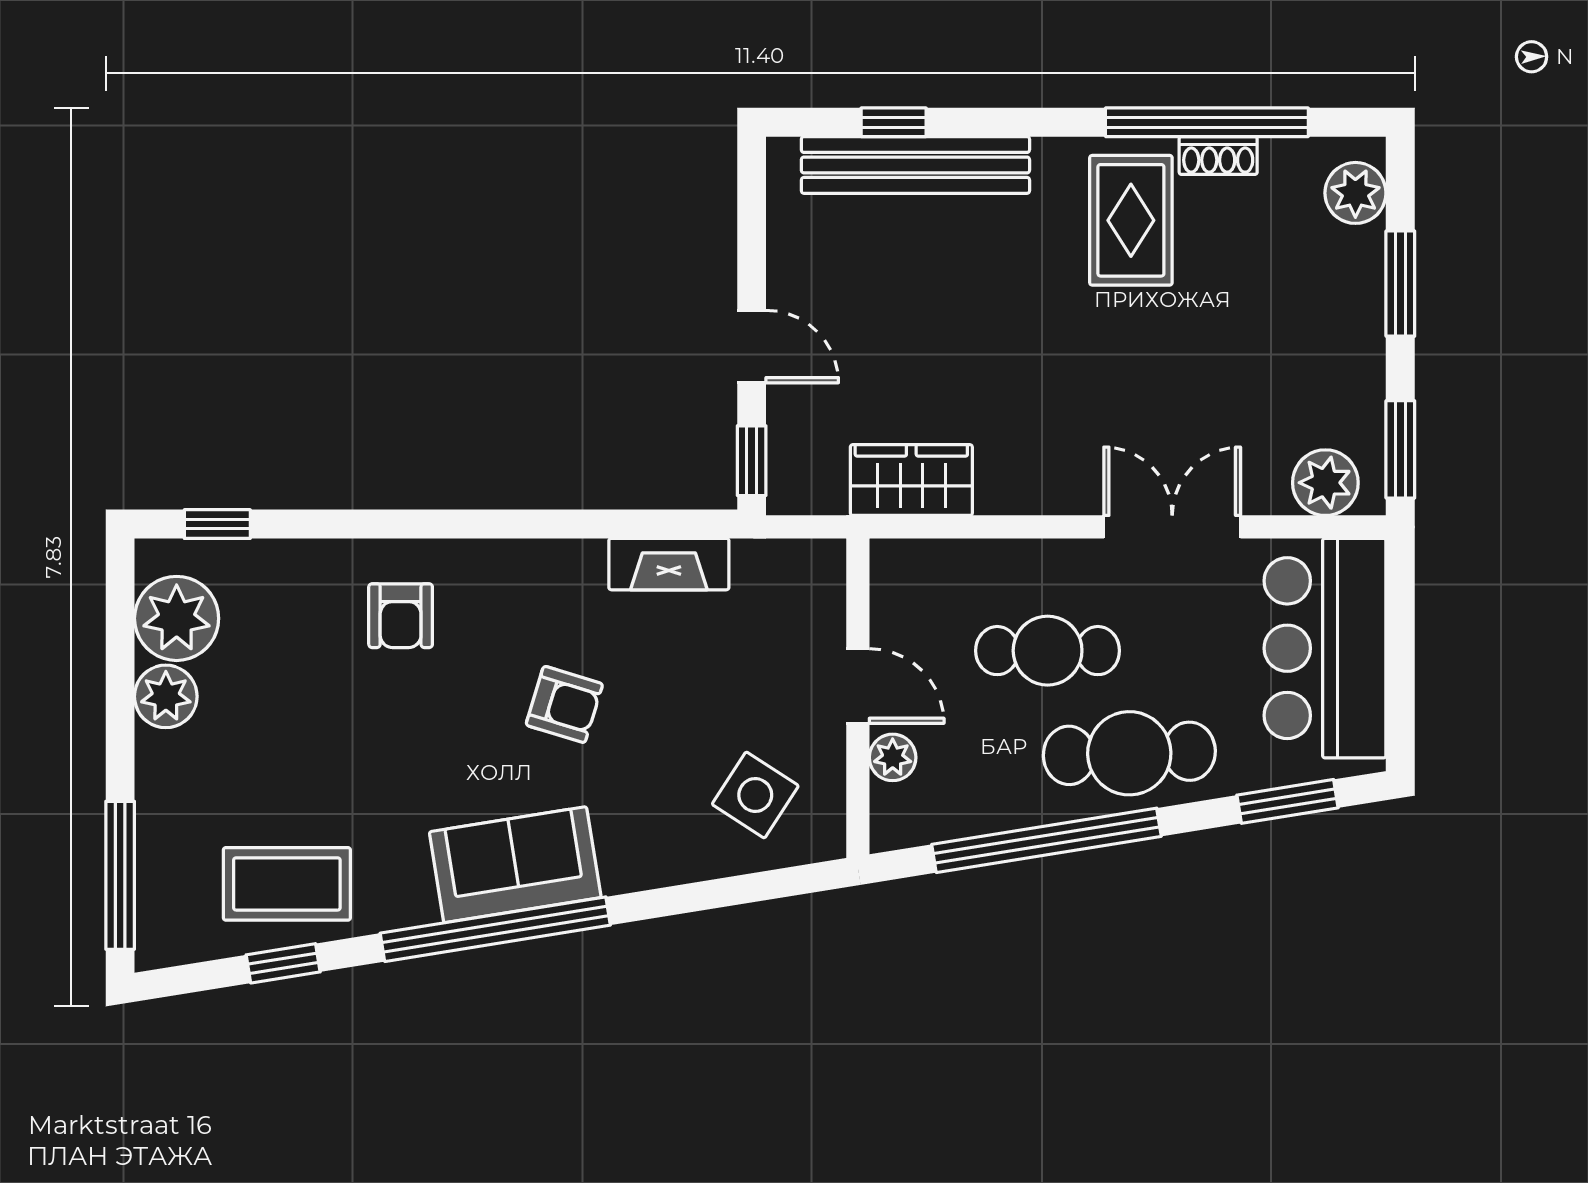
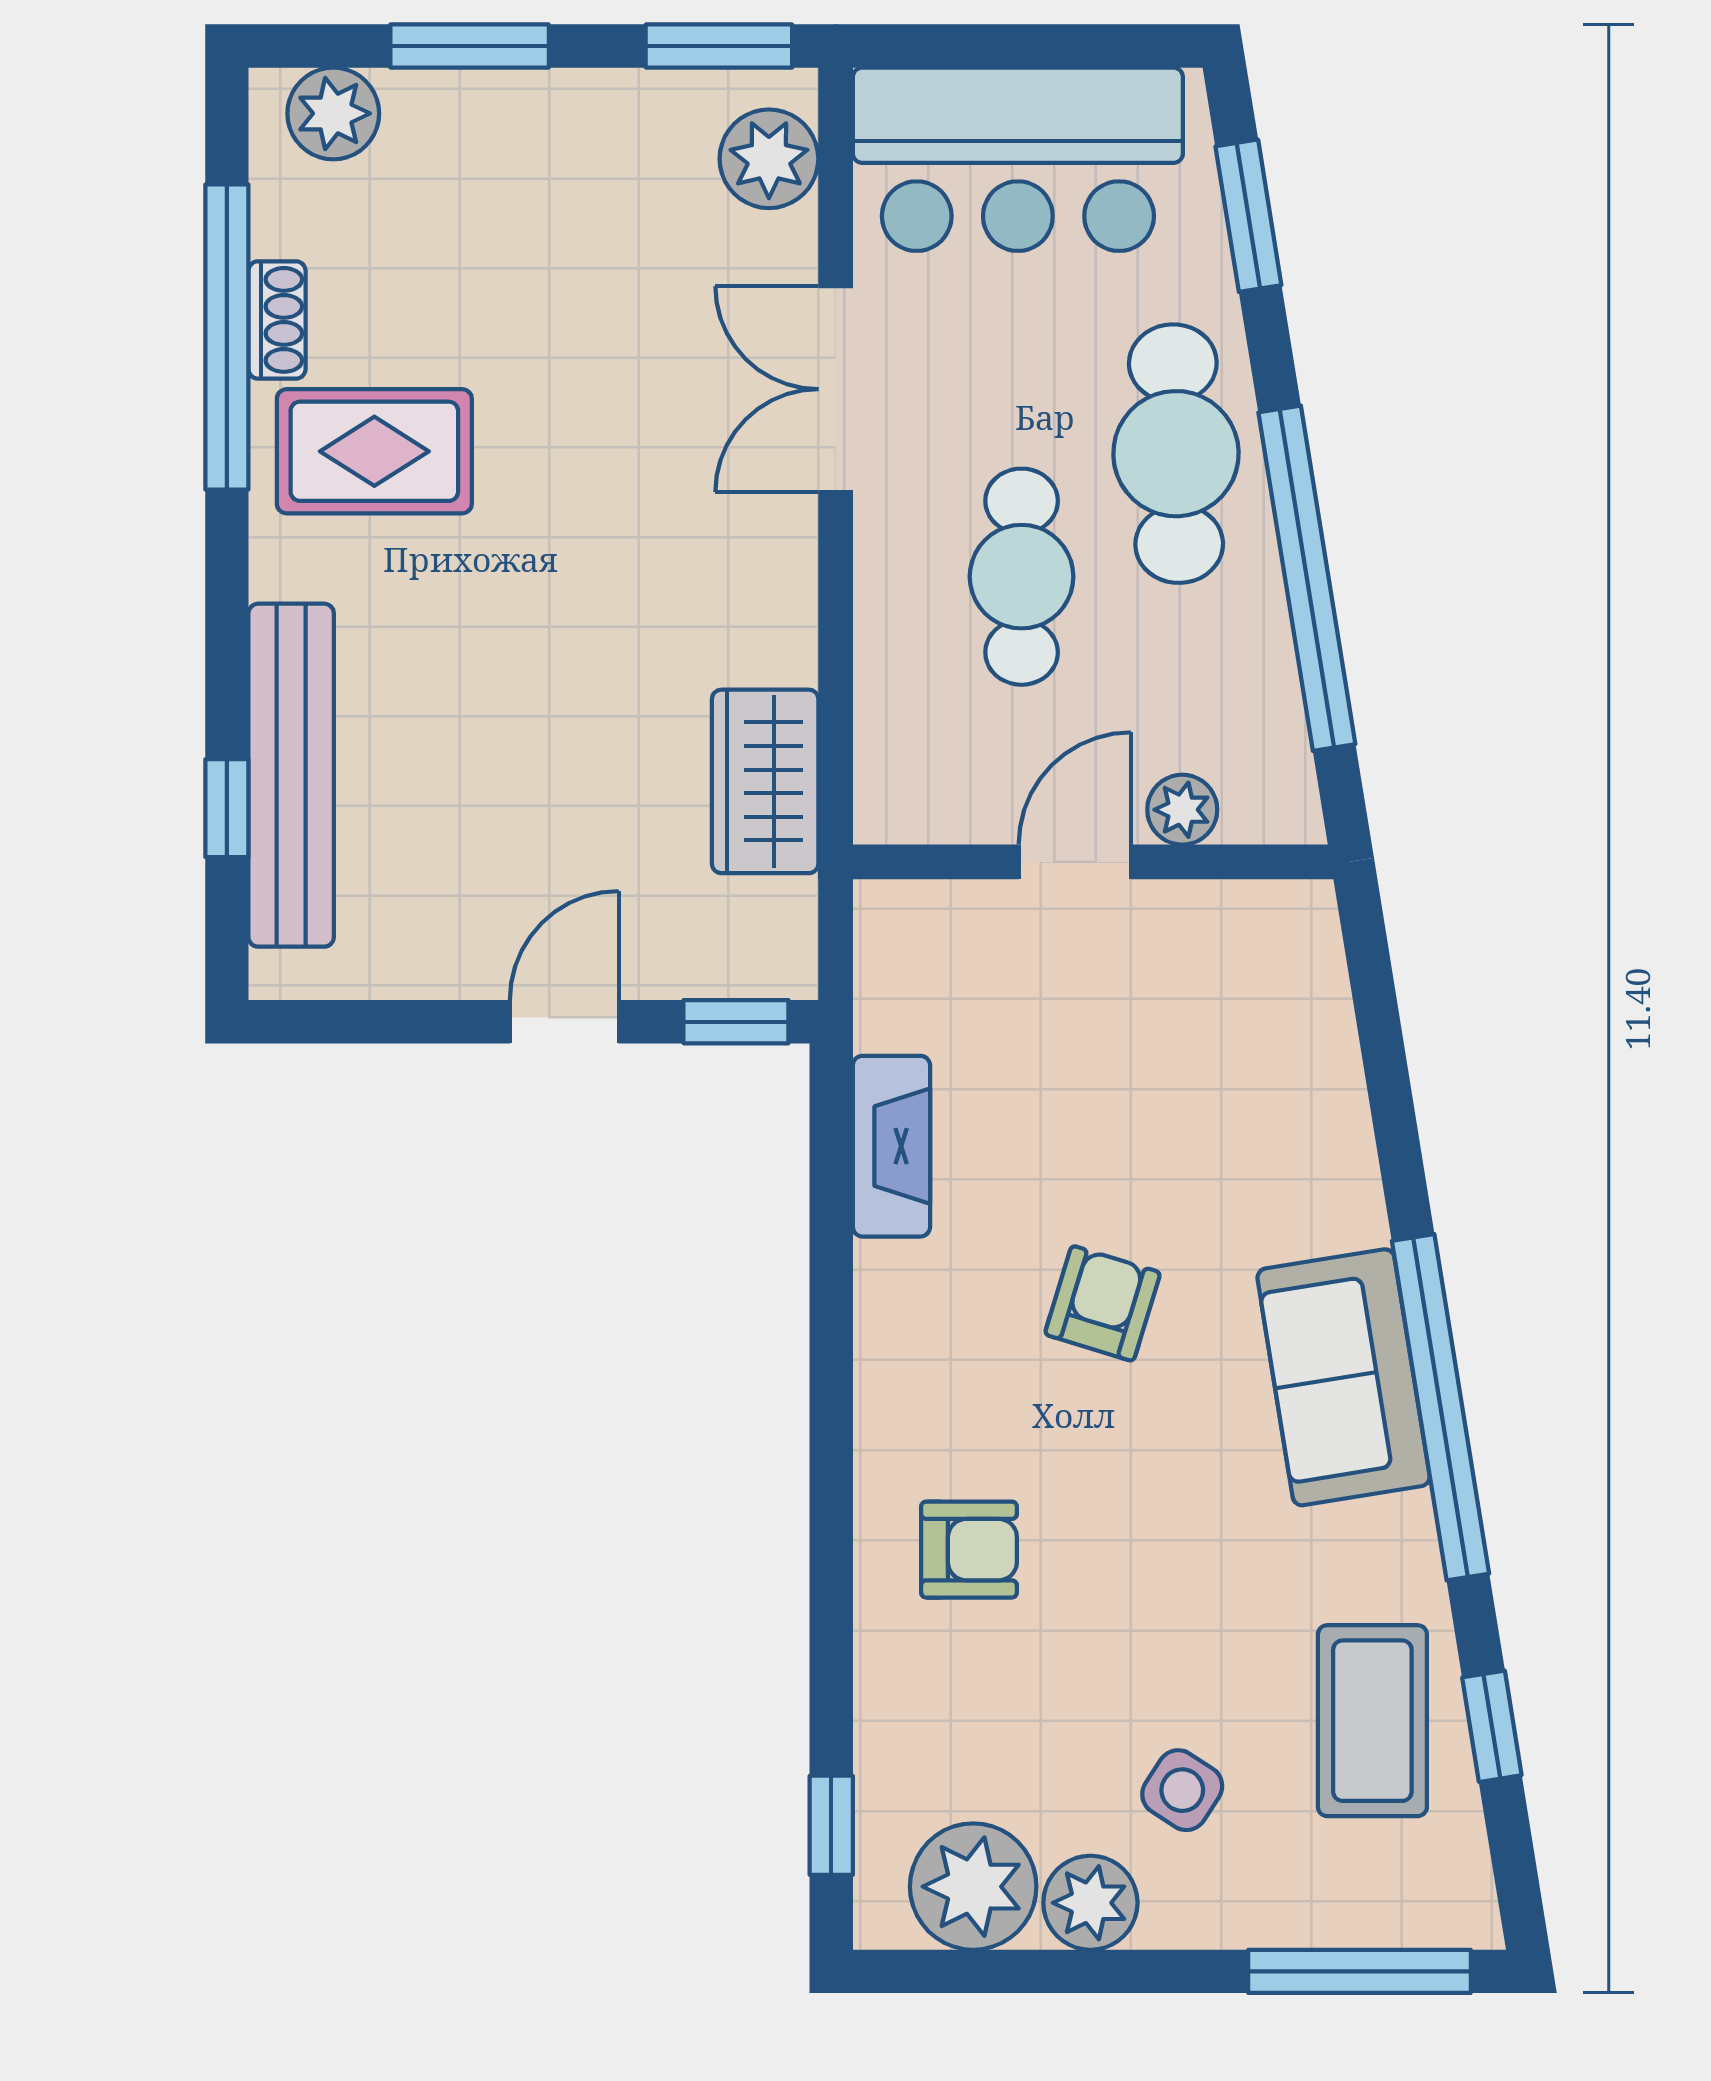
side table: (755, 795) -> (1182, 1790), moved, width x0.73, depth x0.73

